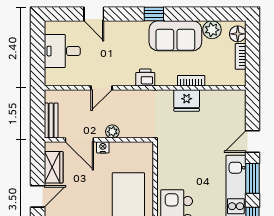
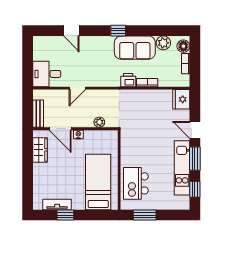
desk: (62, 51) -> (47, 74), moved
printer: (145, 78) -> (128, 80), moved
fridge: (187, 100) -> (181, 99), moved, turned 90
plant: (112, 132) -> (99, 122), moved
door: (253, 141) -> (195, 130), hinge flipped
door: (38, 196) -> (28, 173), removed

